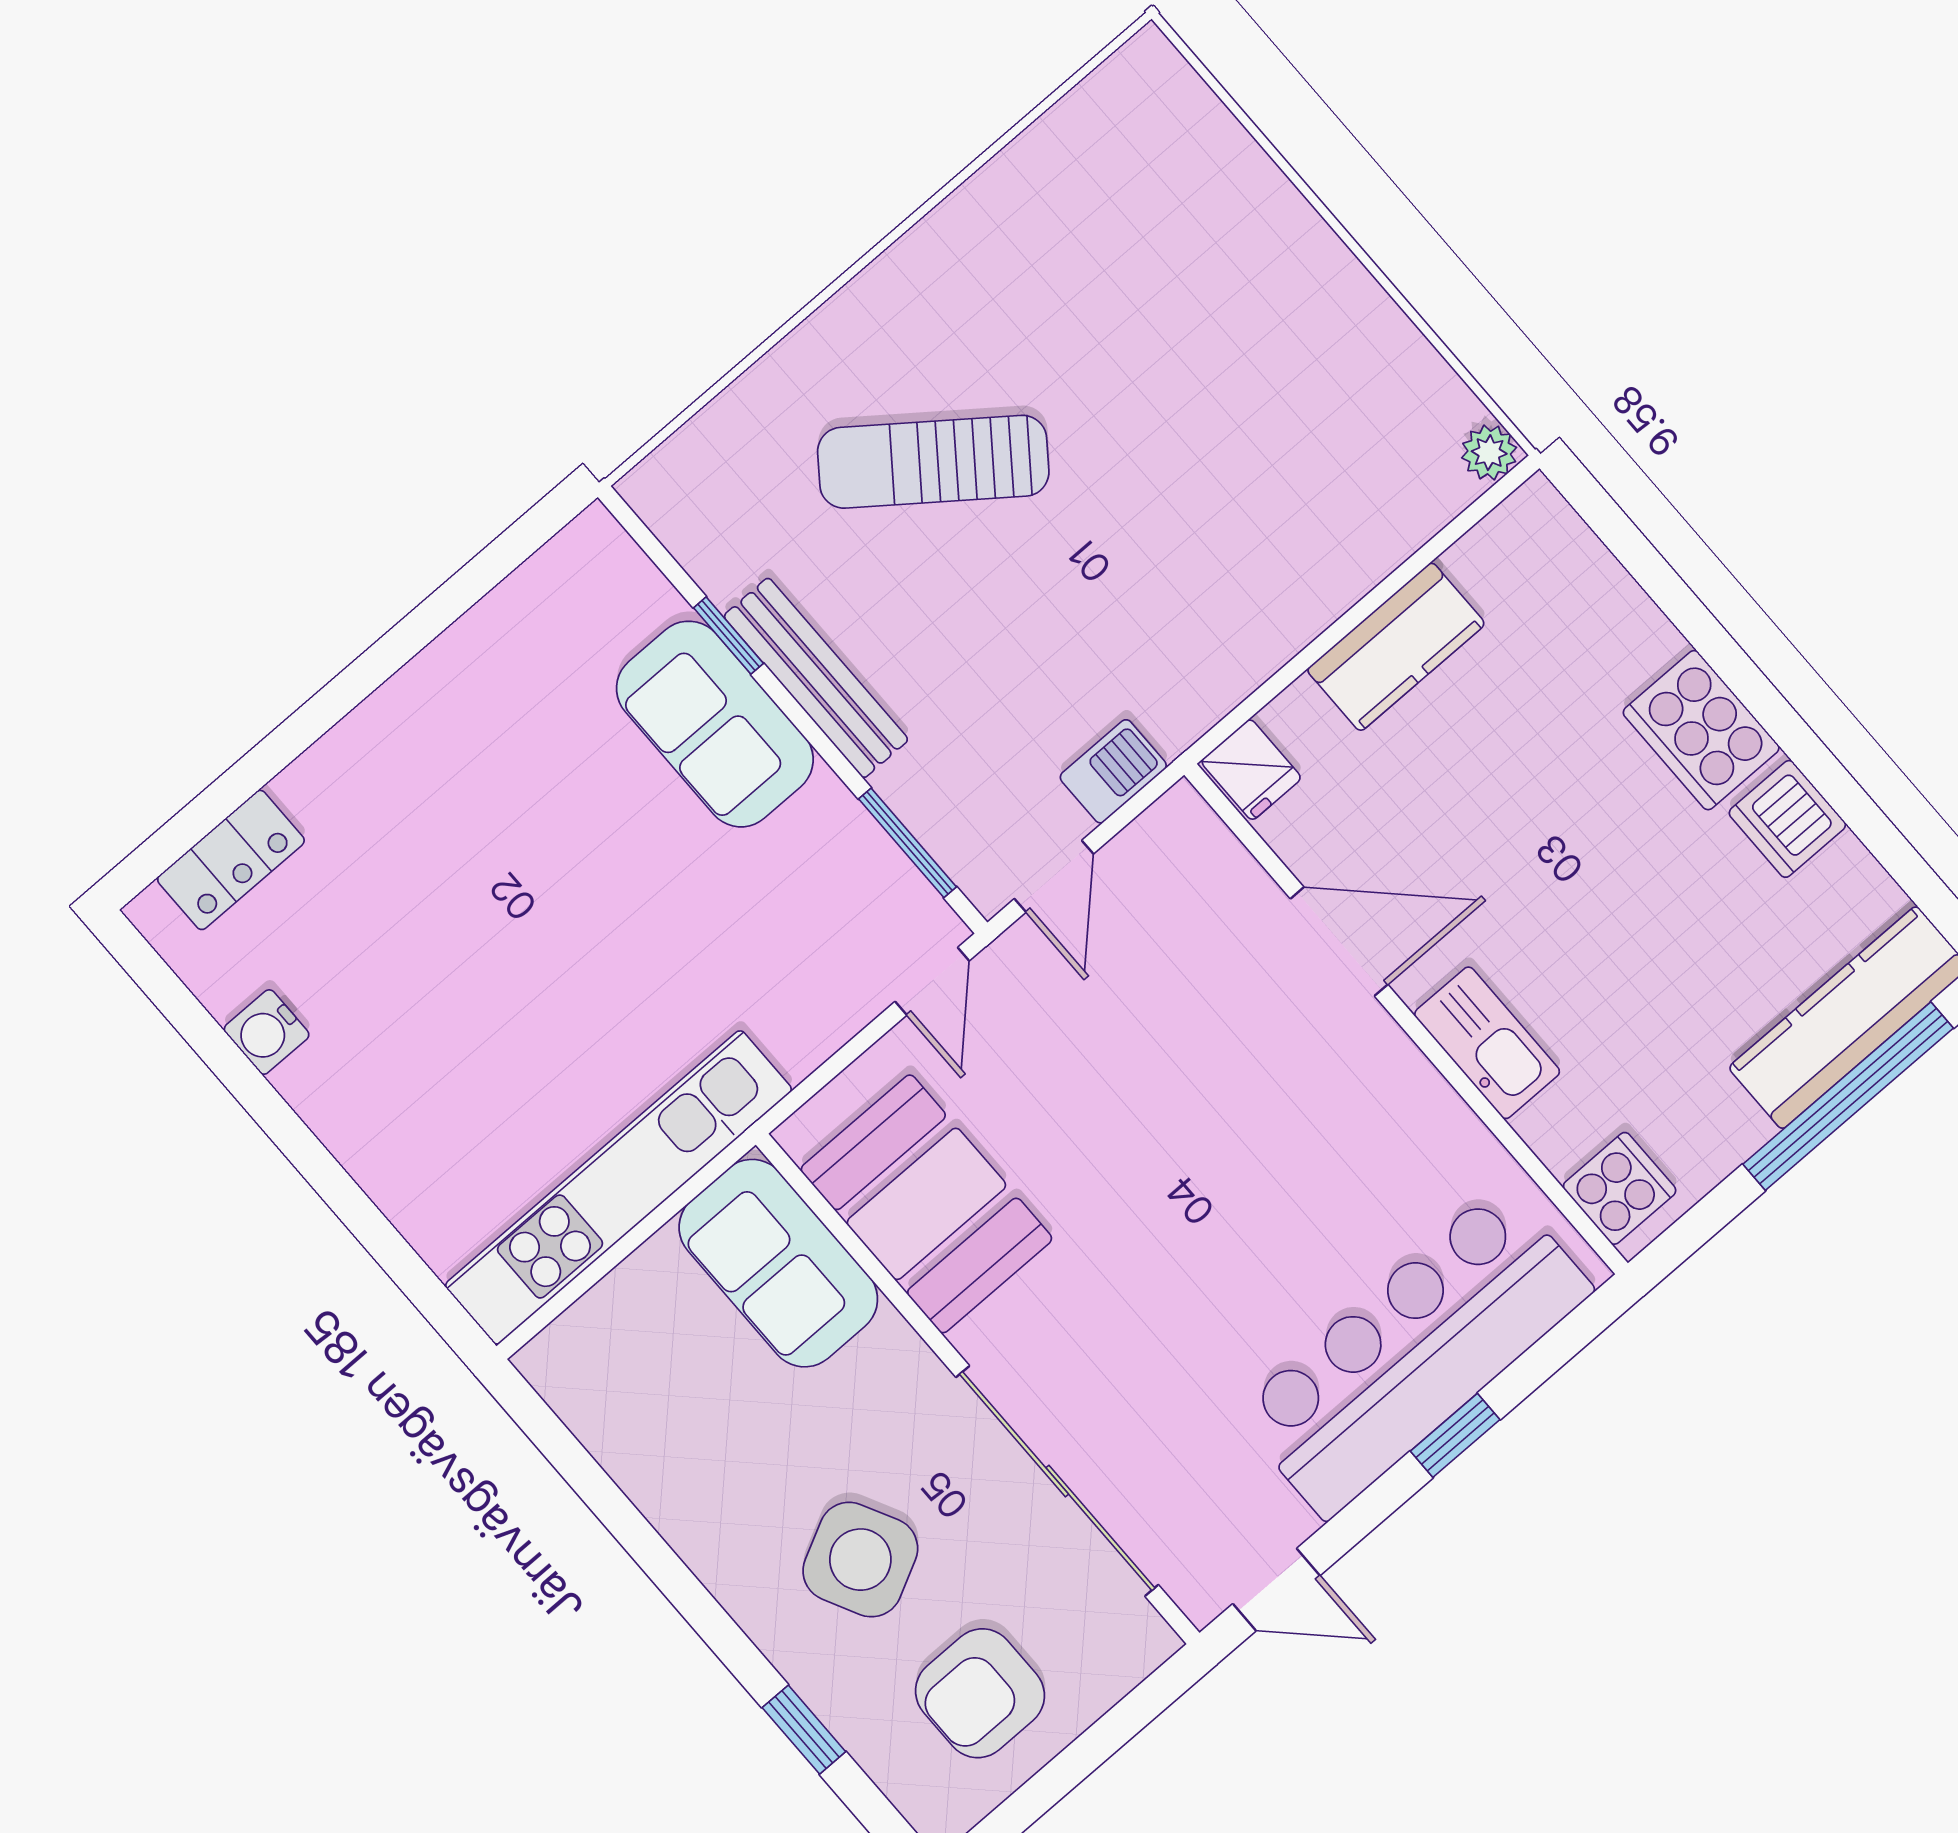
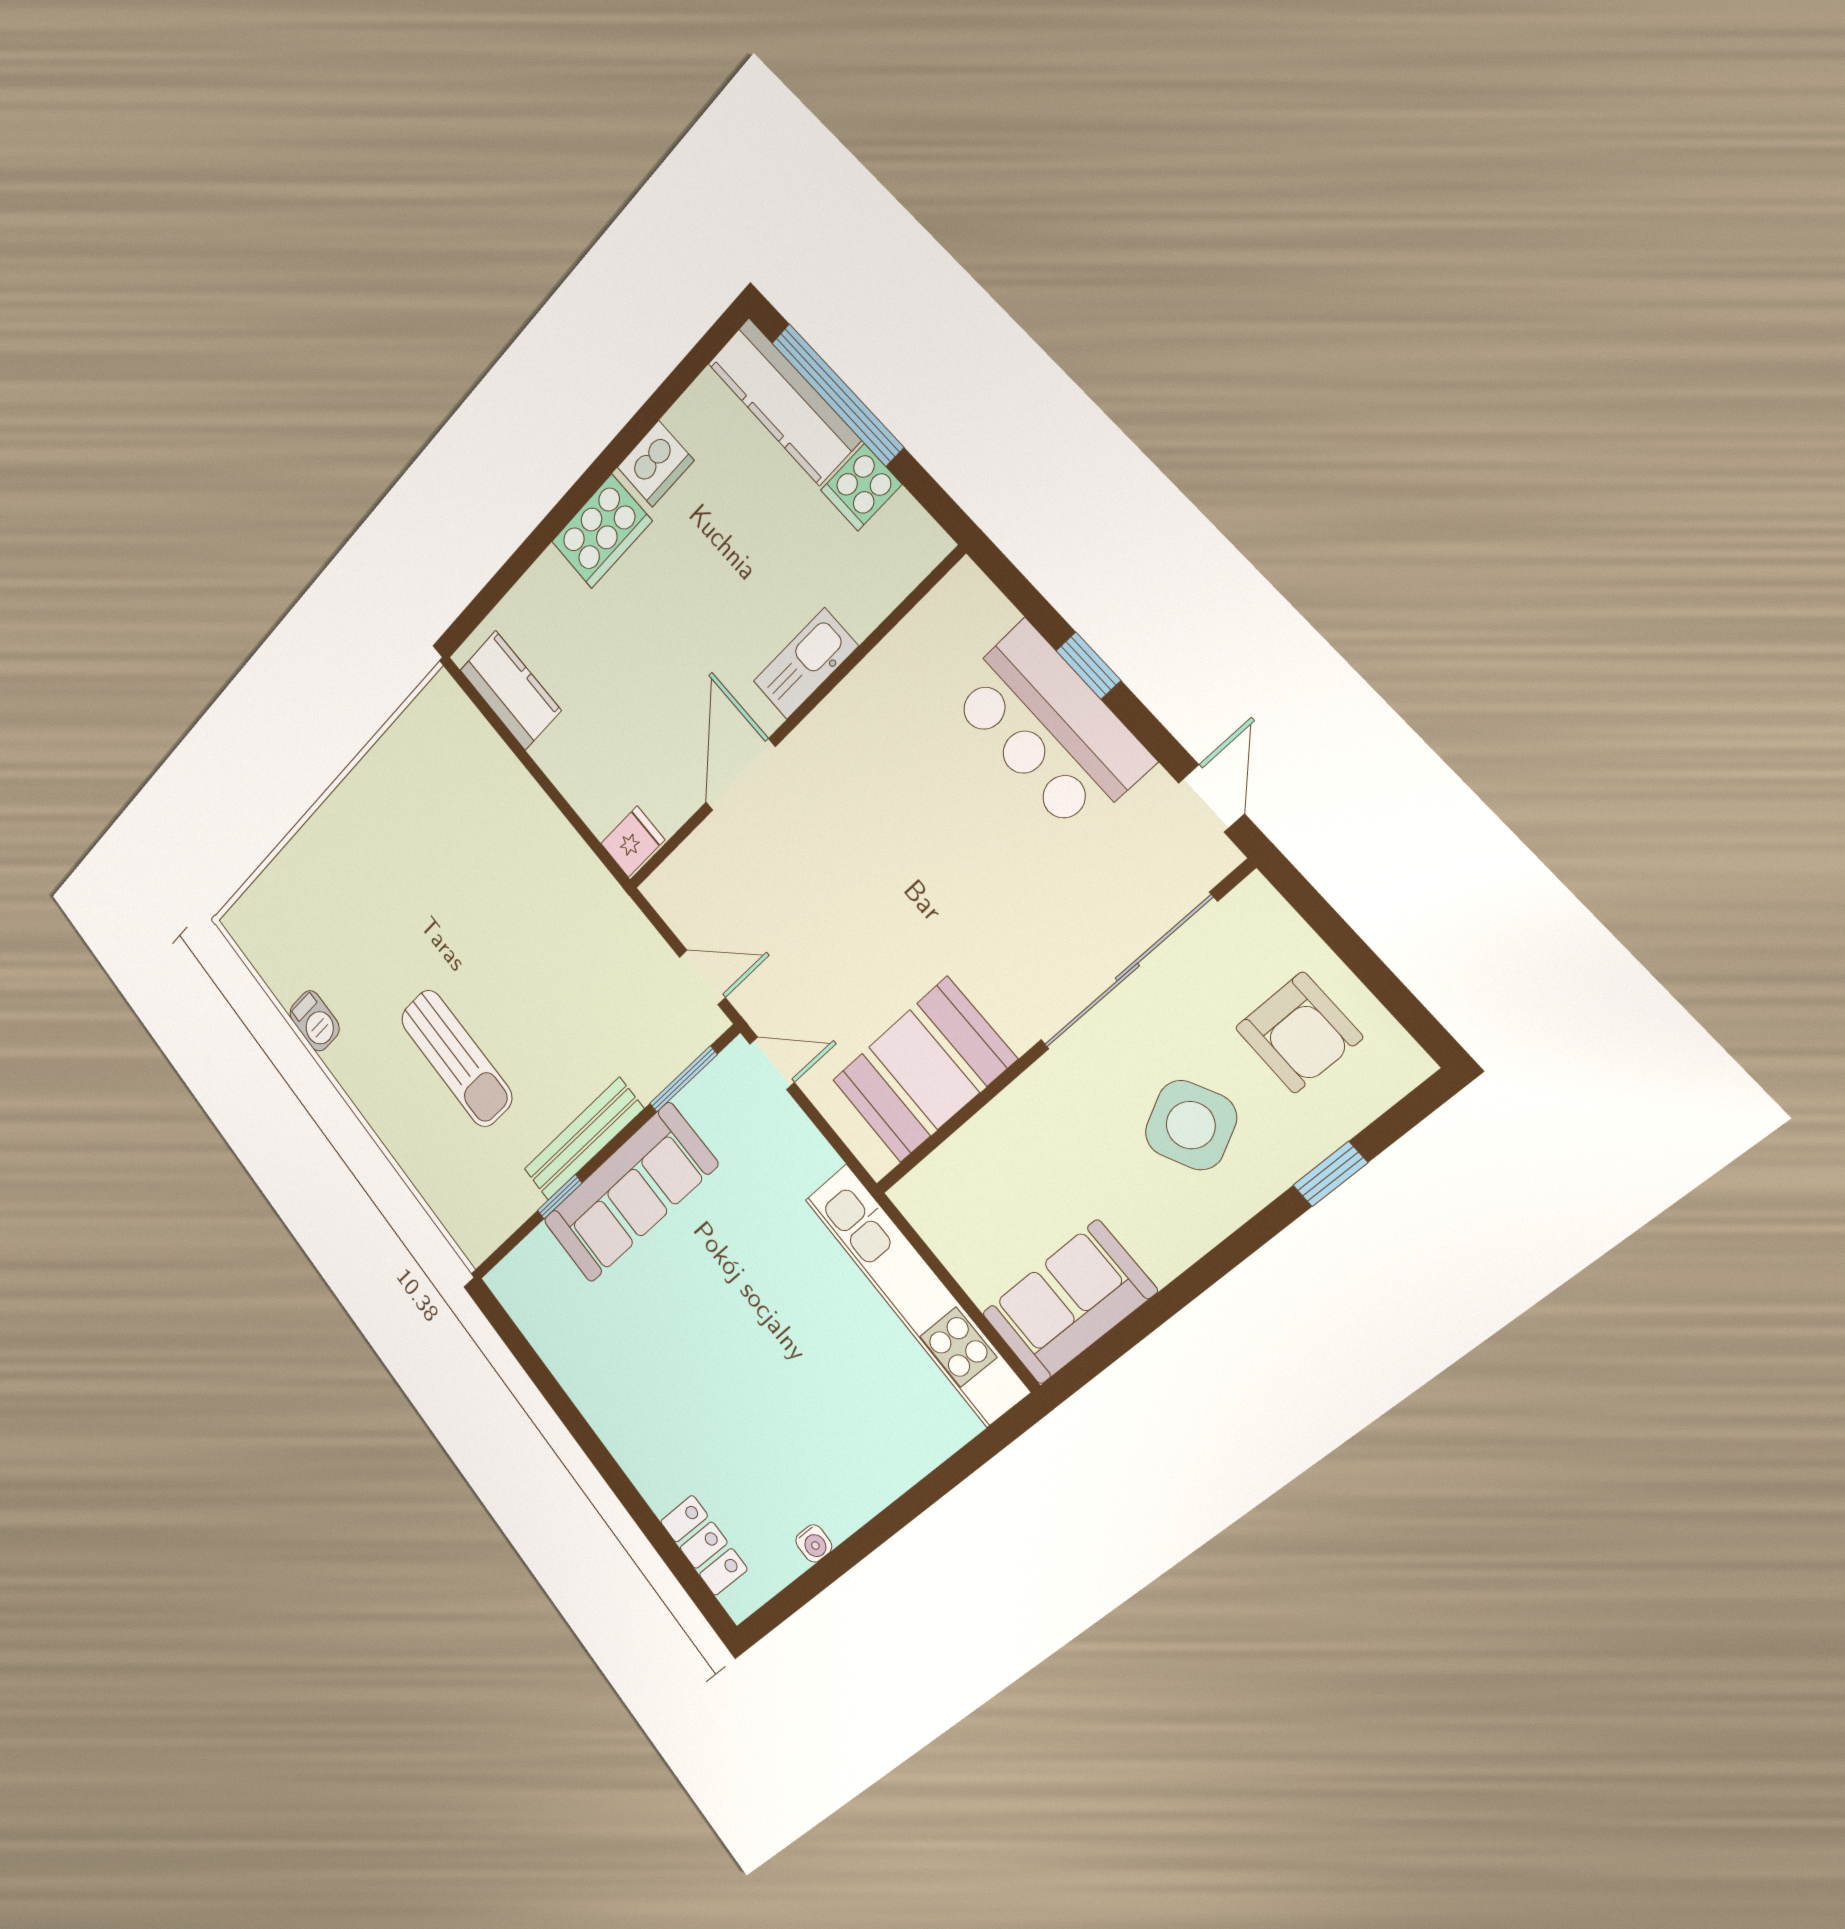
plant: (1489, 453) -> (442, 692), removed
sun lounger: (933, 462) -> (456, 1058), turned -37
kitchen counter: (1396, 647) -> (510, 690), moved
sofa: (715, 724) -> (630, 1193), width x1.36
barbecue: (1113, 771) -> (315, 1021), moved, turned 180
water cooler: (267, 1032) -> (814, 1543), width x0.72, depth x0.72
cooker: (1620, 1188) -> (861, 487), moved, turned -90
sofa: (778, 1263) -> (1069, 1302), moved, turned 180
bar counter: (1414, 1352) -> (1049, 728), width x0.73

